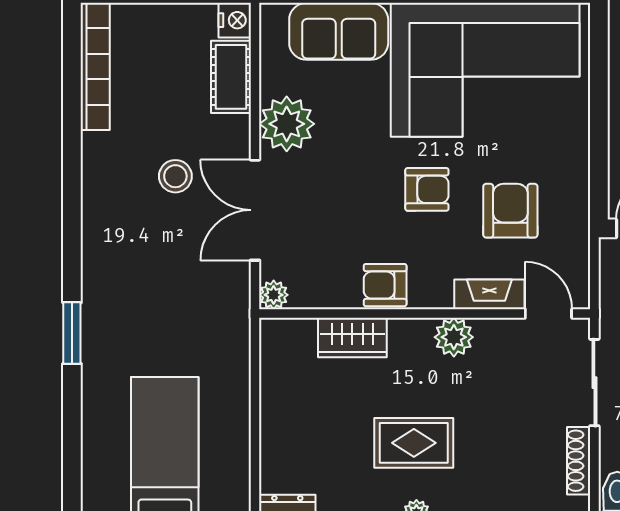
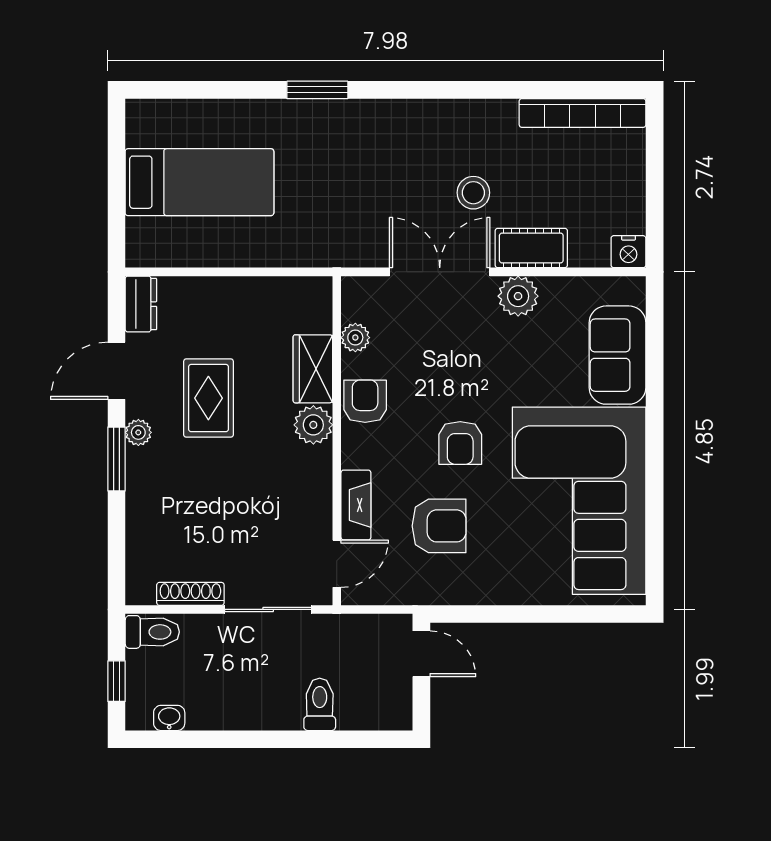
cot: (231, 77) -> (531, 248), moved
plant: (287, 124) -> (518, 296), width x0.73, depth x0.73
plant: (274, 295) -> (355, 338), moved
plant: (454, 337) -> (313, 425), moved
rug: (414, 443) -> (208, 398), moved

